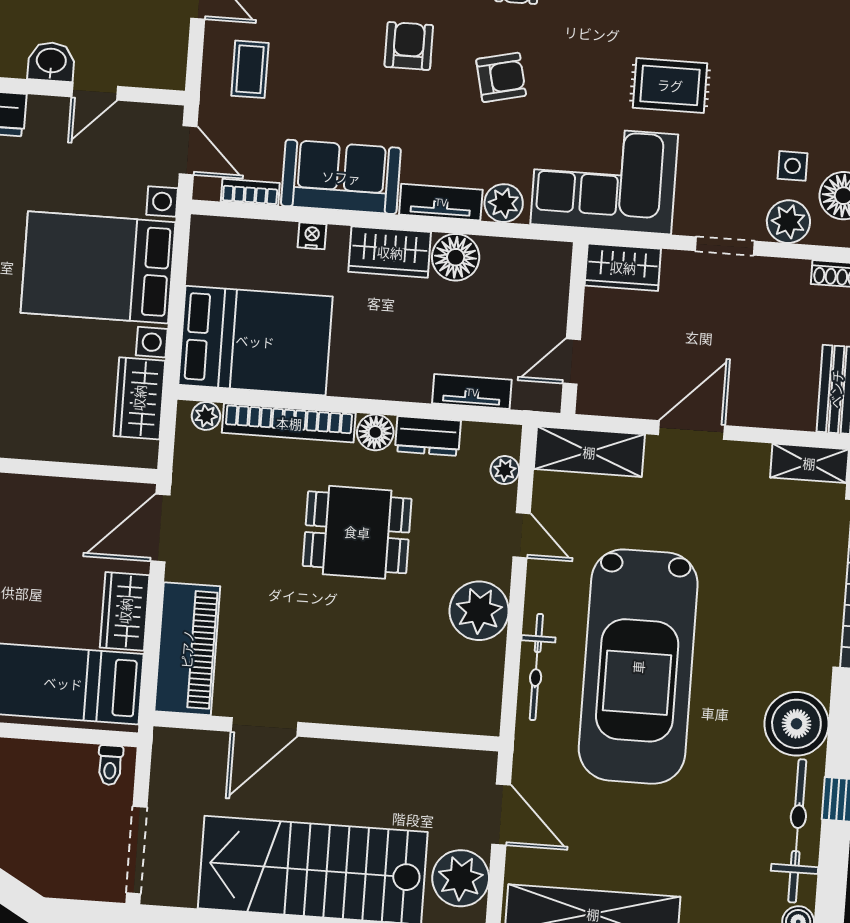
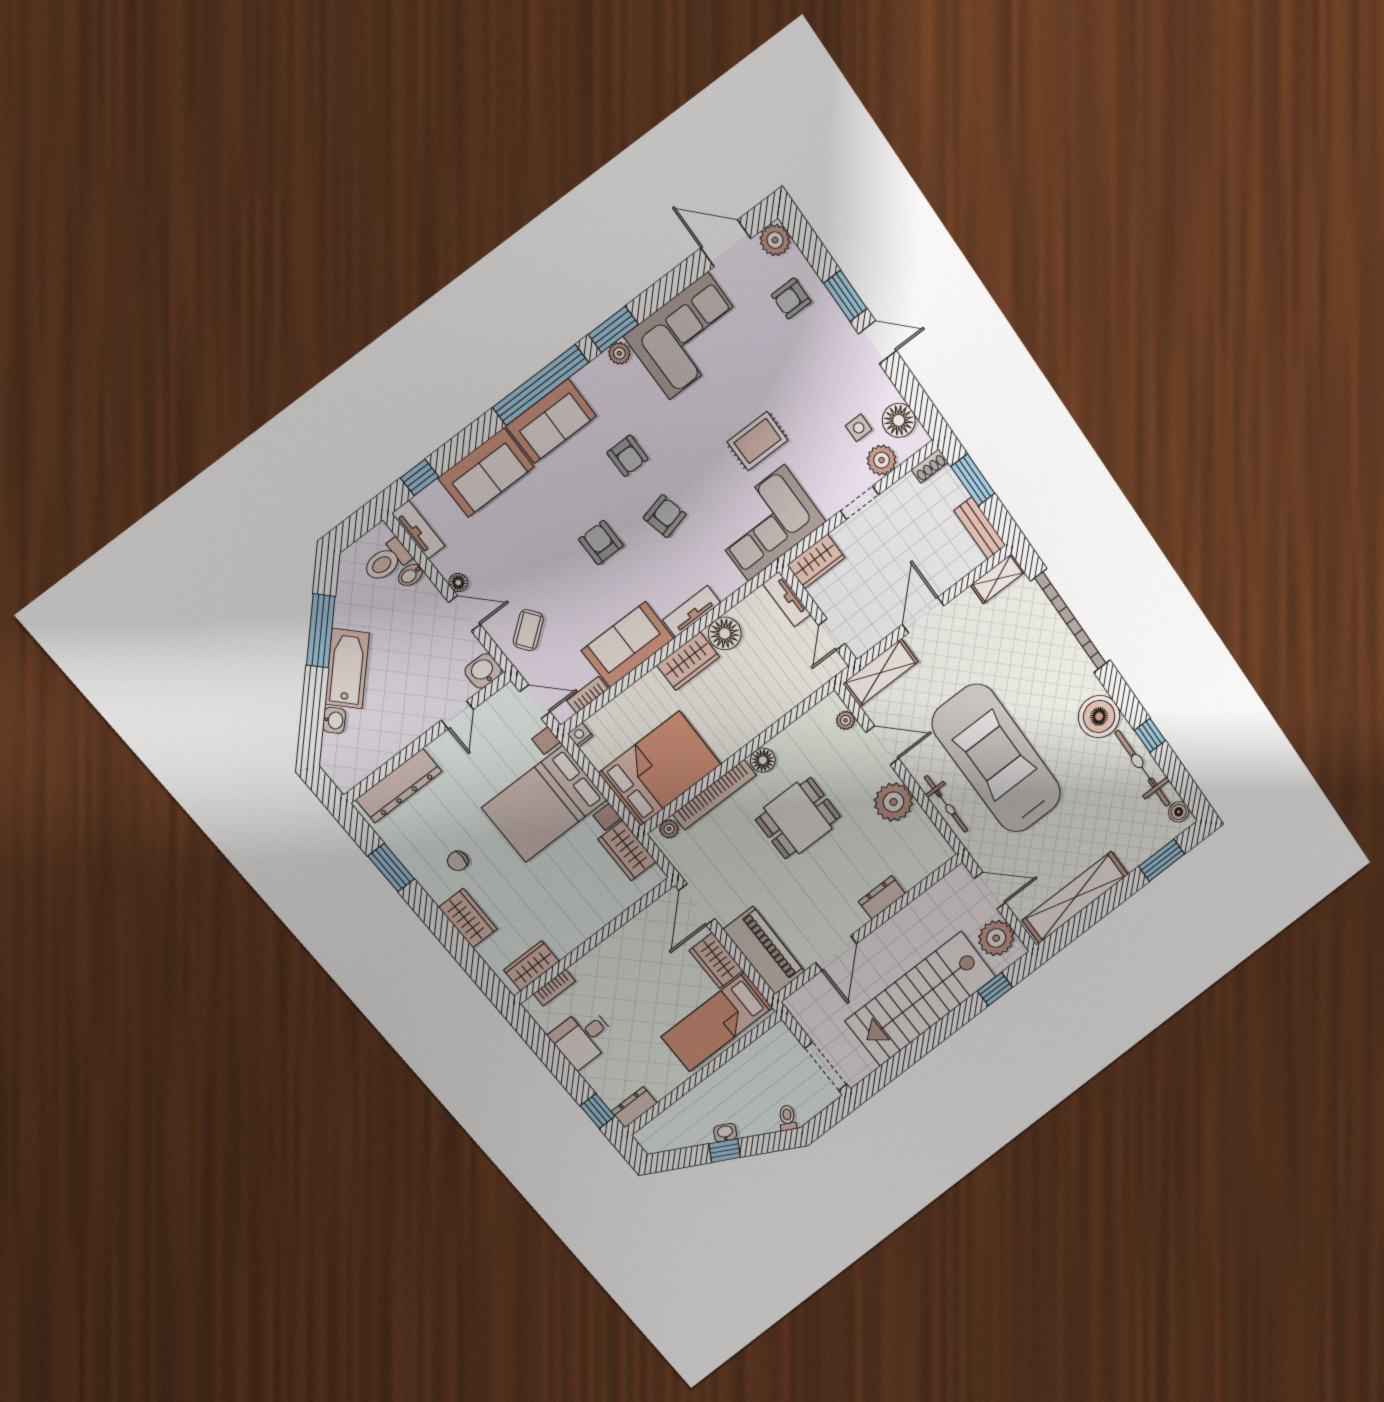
washbasin: (51, 62) -> (483, 671), moved
coffee table: (250, 69) -> (528, 630), turned 53
plant: (504, 203) -> (725, 583), removed
nightstand: (312, 236) -> (580, 735), moved
tv unit: (472, 392) -> (787, 599), moved, turned -90
dresser: (428, 436) -> (882, 897), moved, turned 180
door: (522, 535) -> (882, 745), width x1.38
car: (638, 667) -> (997, 758), turned 180
toilet: (110, 765) -> (787, 1118), moved, turned -150

